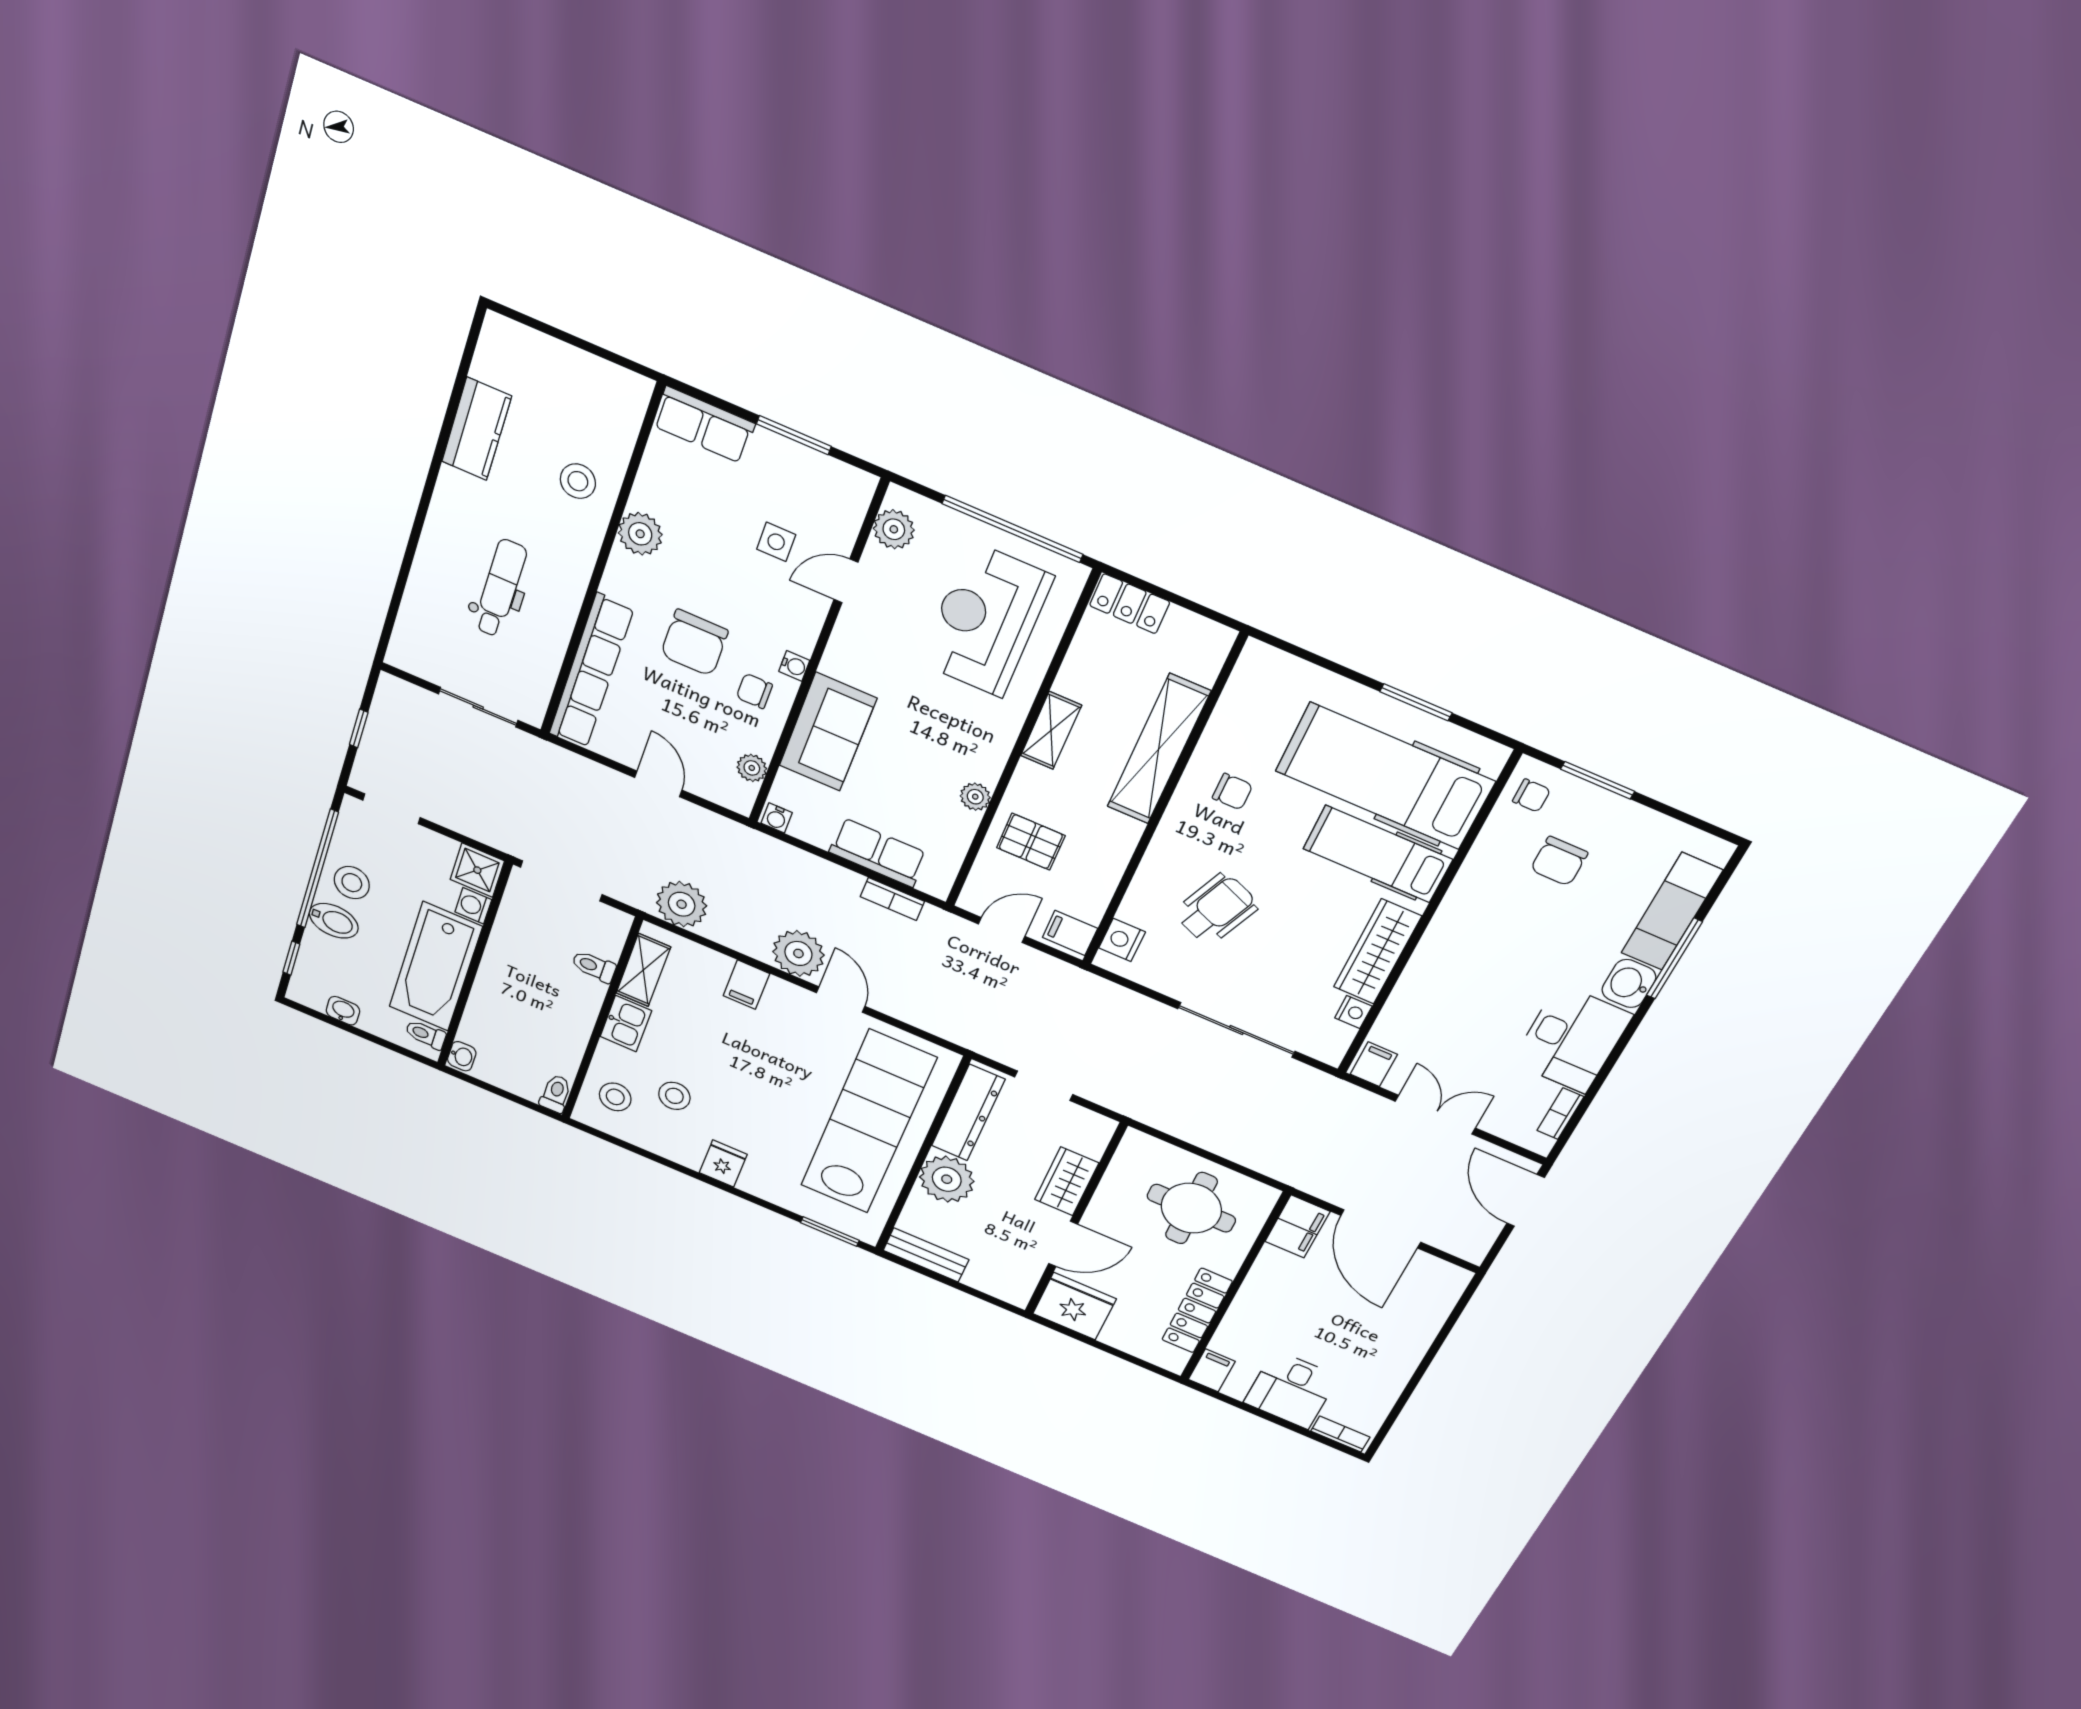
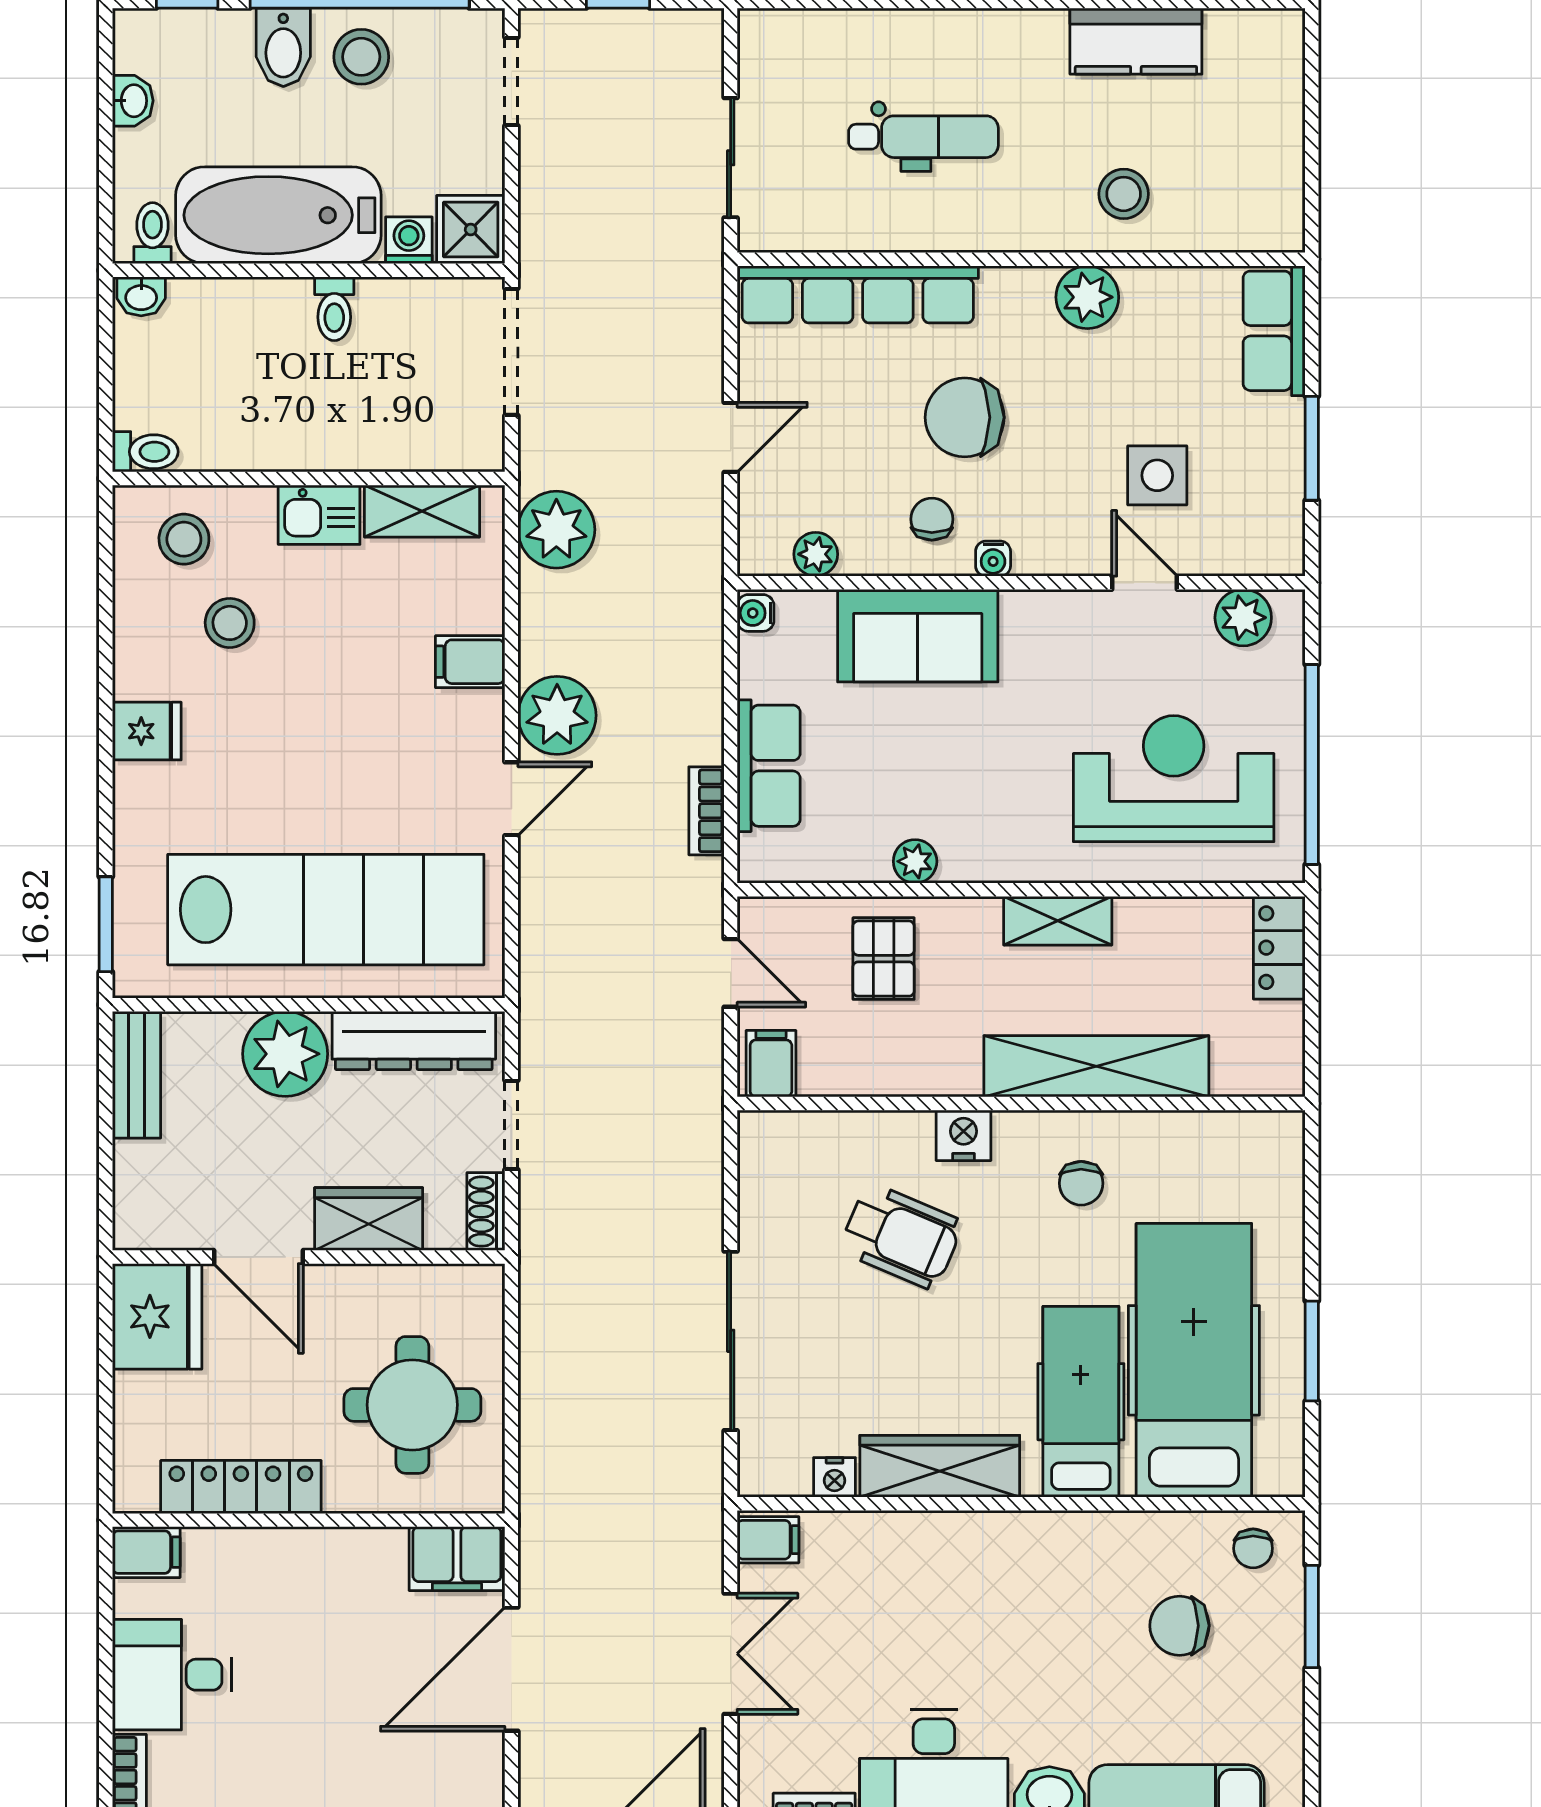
side table: (776, 542) -> (1157, 475), width x1.37, depth x1.37
nightstand: (1122, 940) -> (963, 1135), moved
toilet: (594, 966) -> (334, 309), moved, turned 180
shoe rack: (1091, 1121) -> (486, 1211), added

